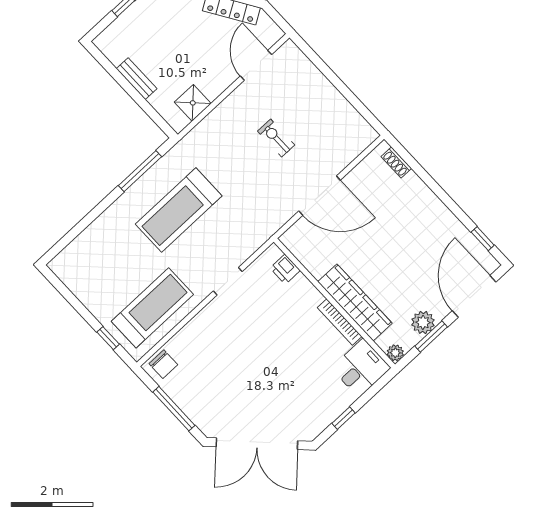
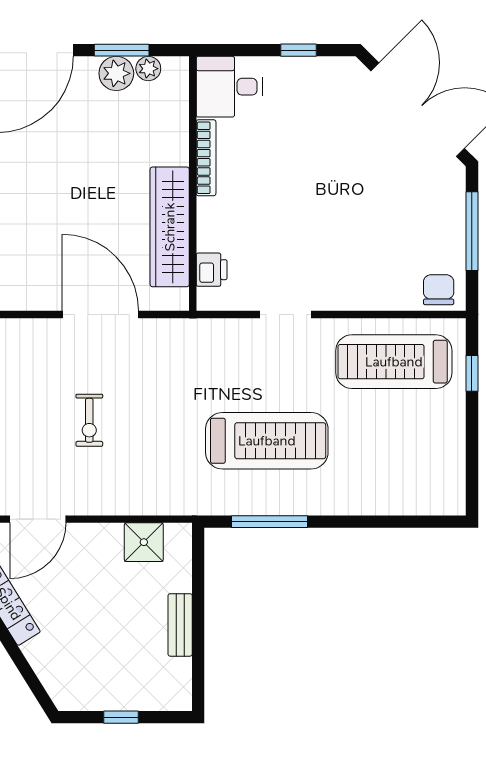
wardrobe: (355, 302) -> (170, 227), moved
plant: (395, 353) -> (148, 69), moved

